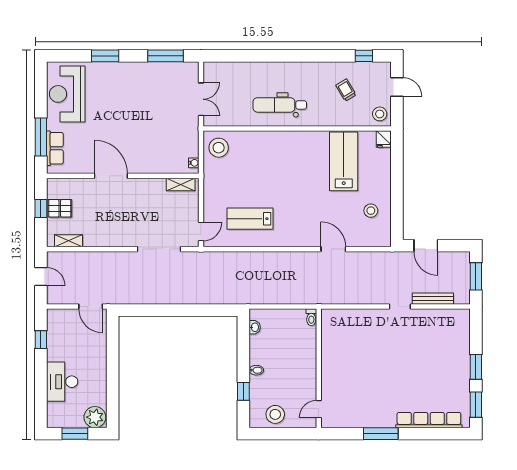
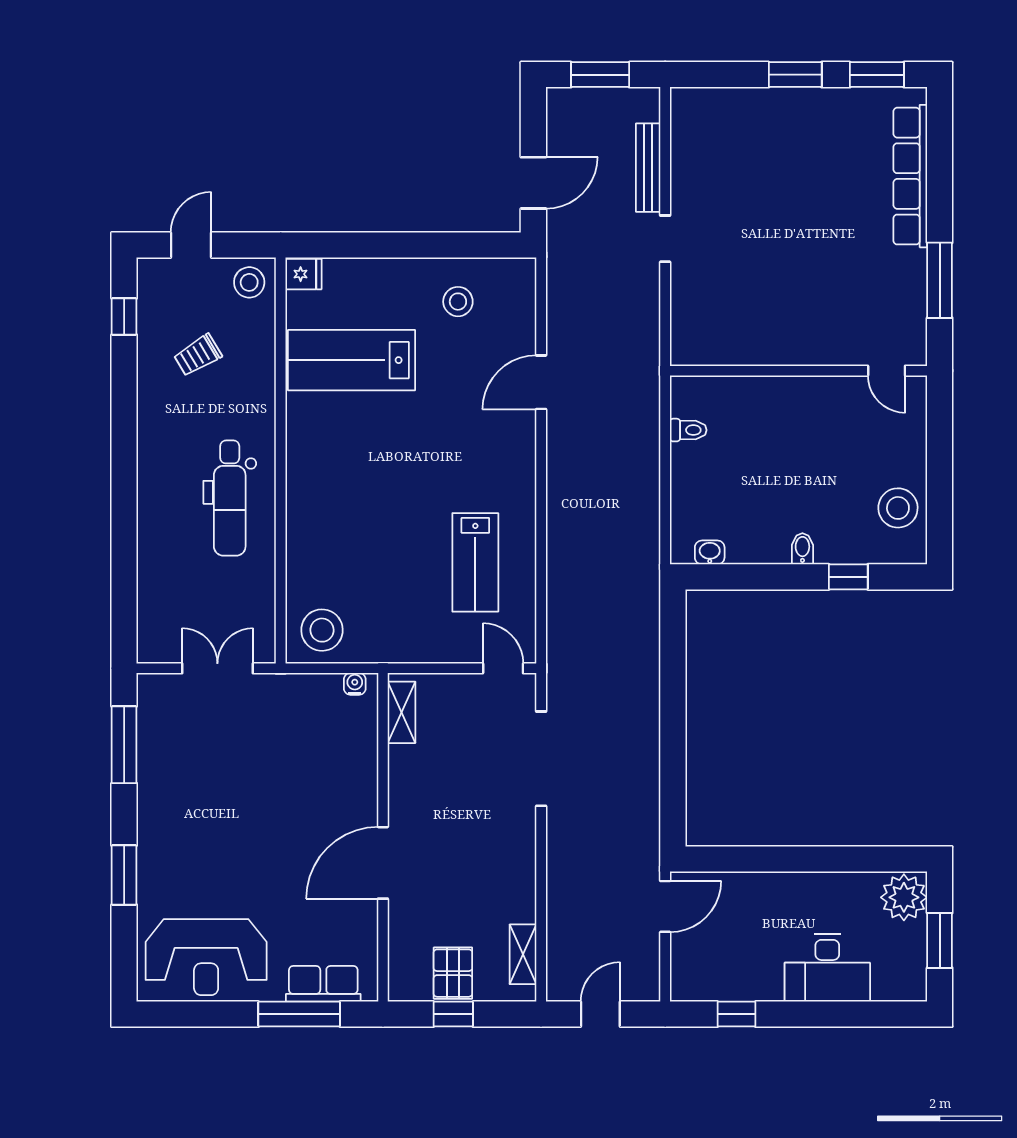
wall: (319, 368) -> (798, 371), moved
door: (319, 409) -> (887, 371), moved

